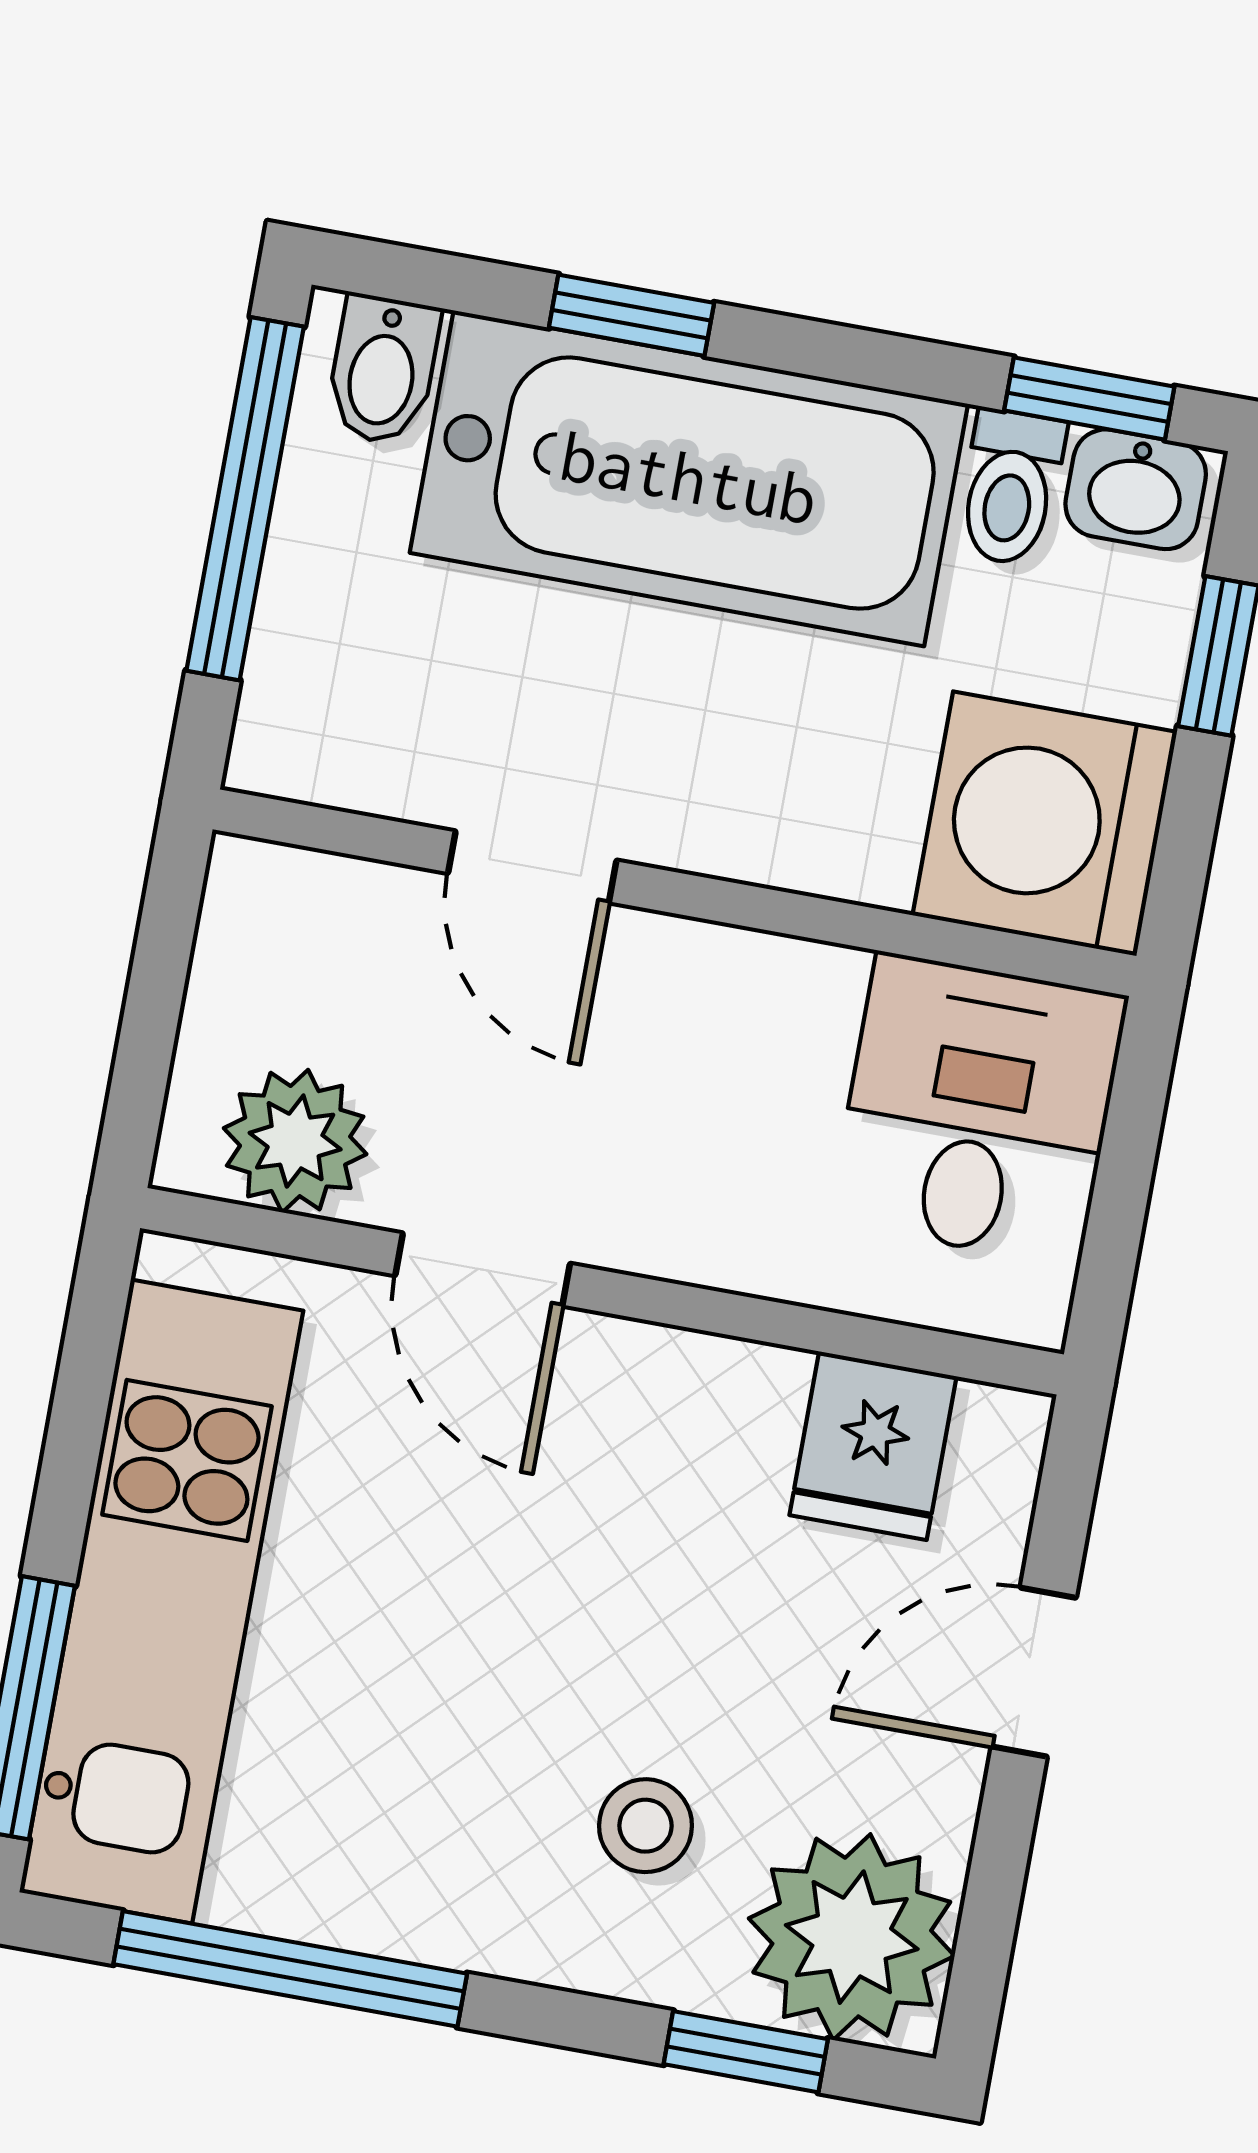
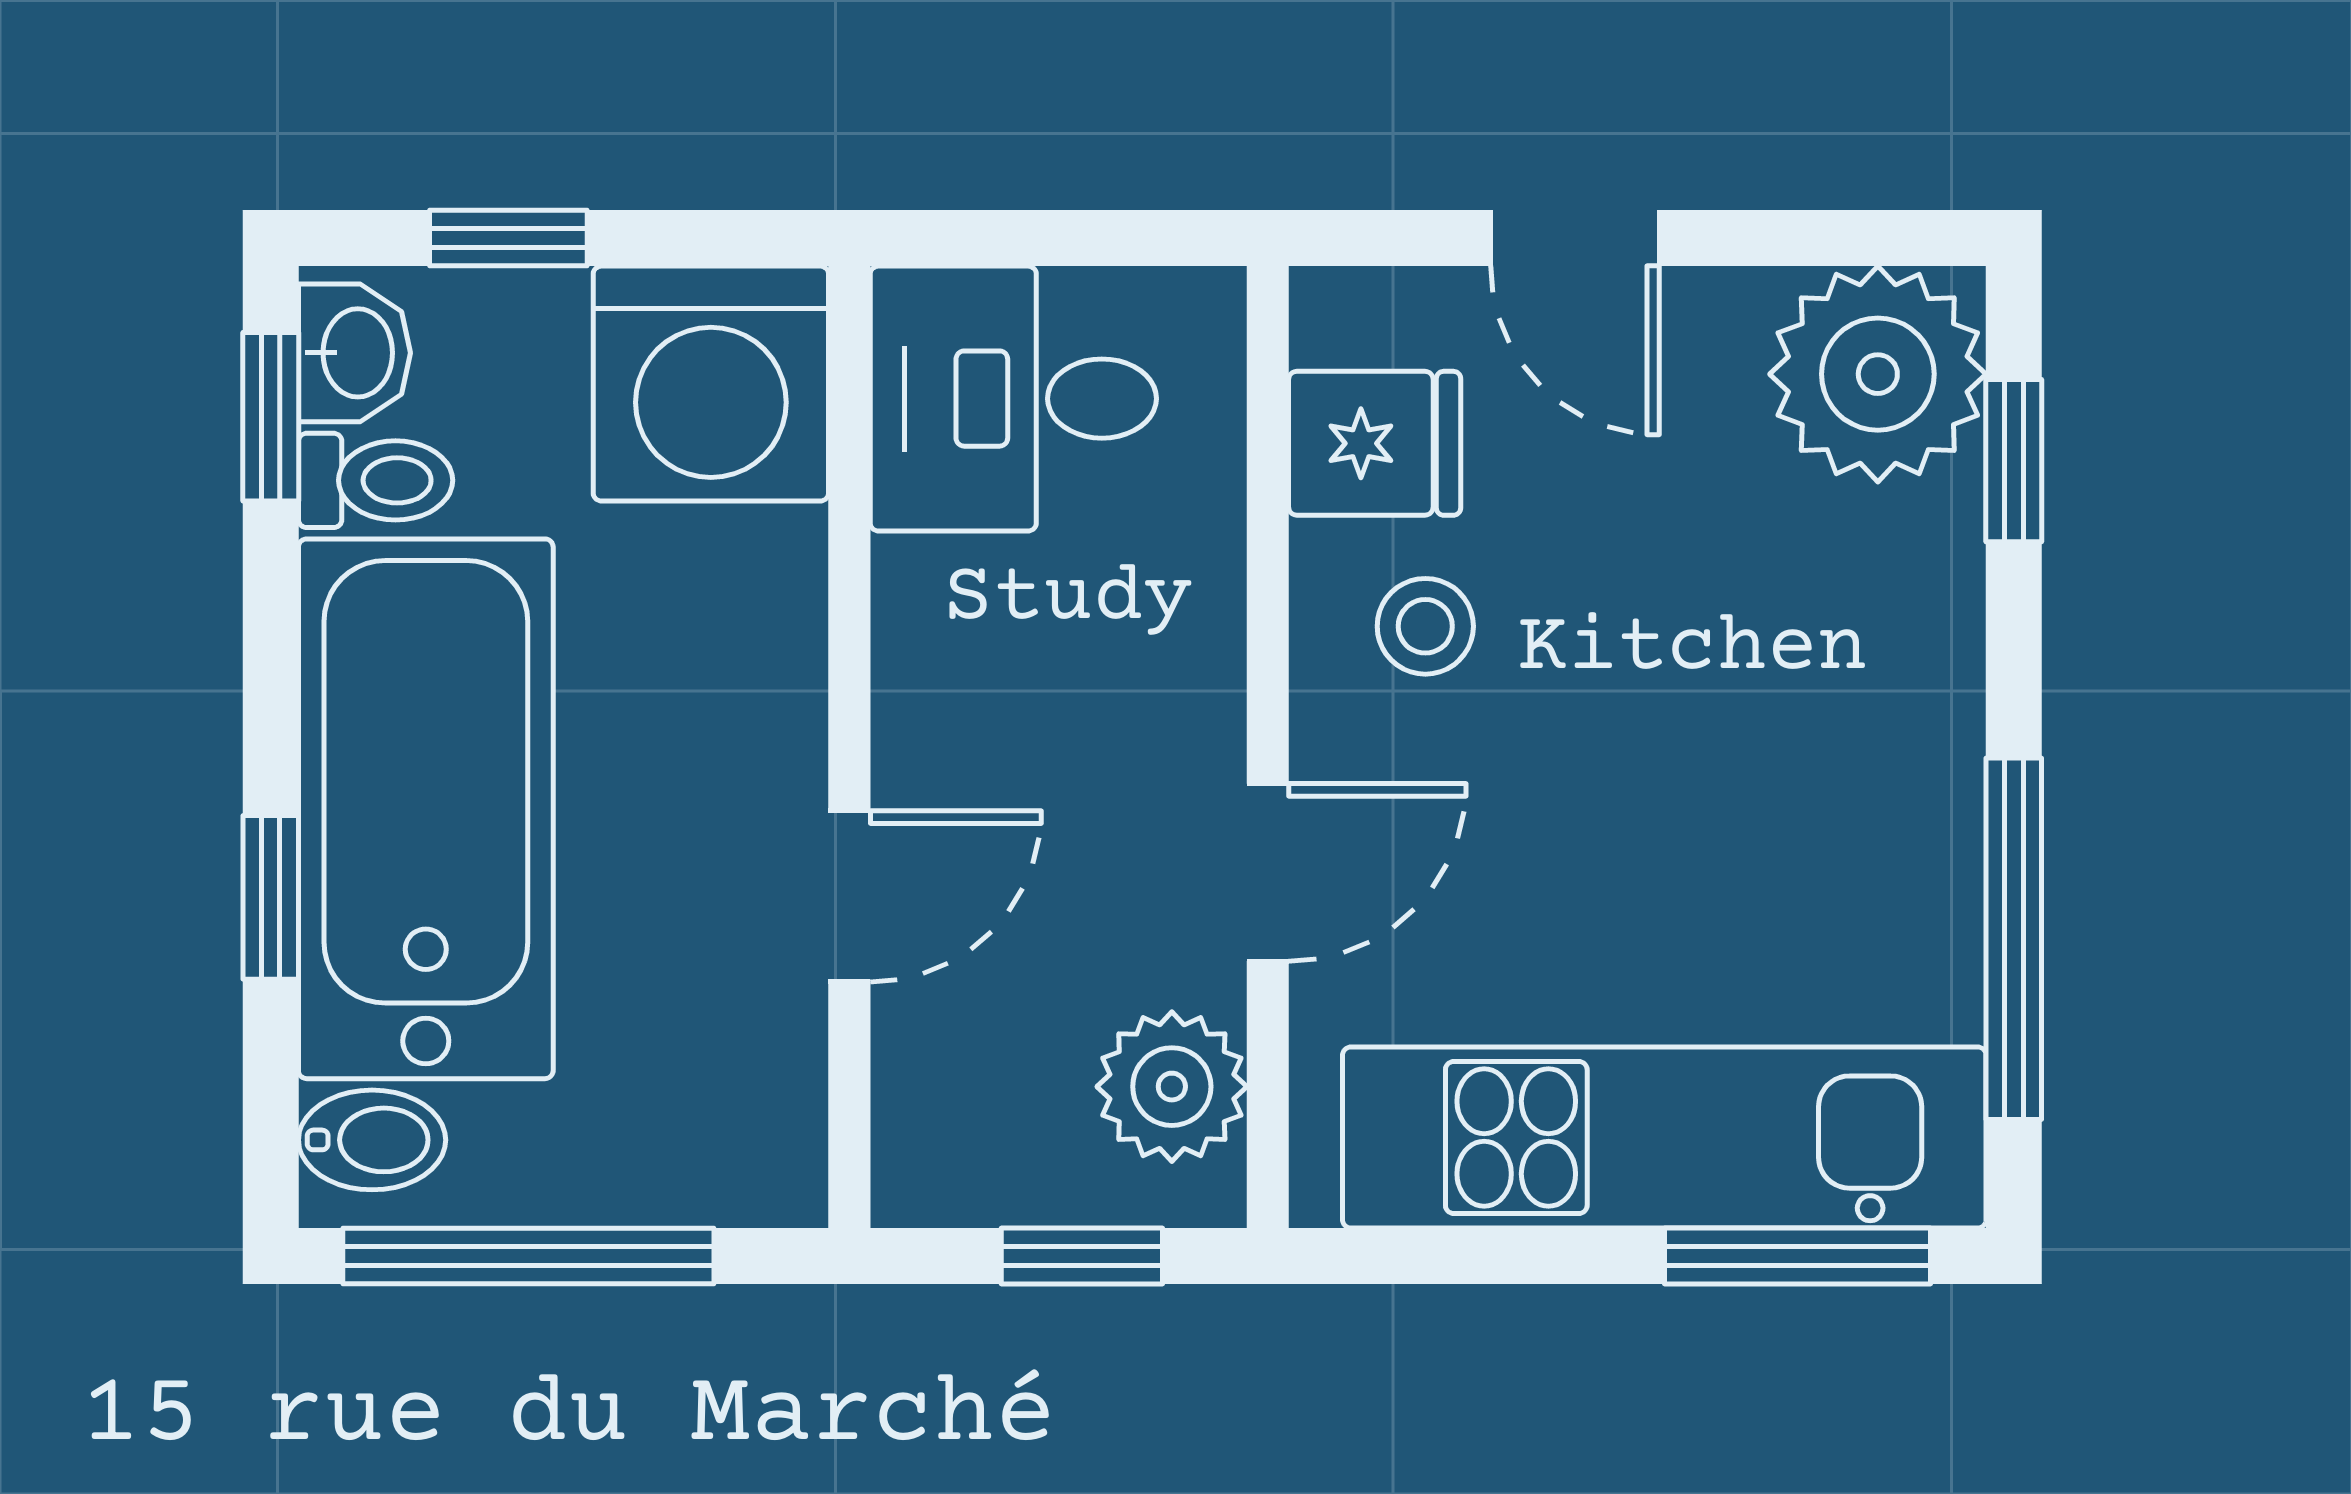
window: (149, 1026) -> (1082, 1256), added
stool: (646, 1826) -> (1425, 626), moved

